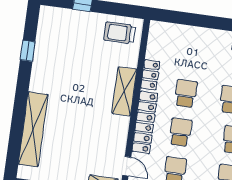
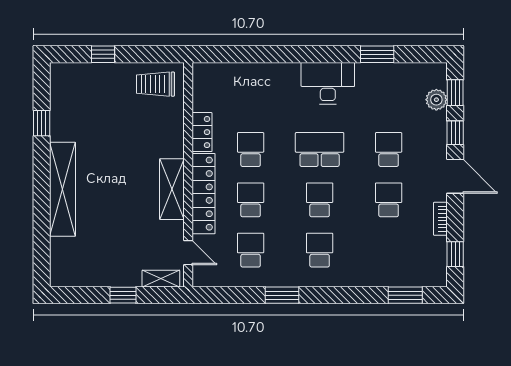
shelving: (124, 91) -> (172, 189), moved
shelving: (33, 129) -> (62, 189), moved

